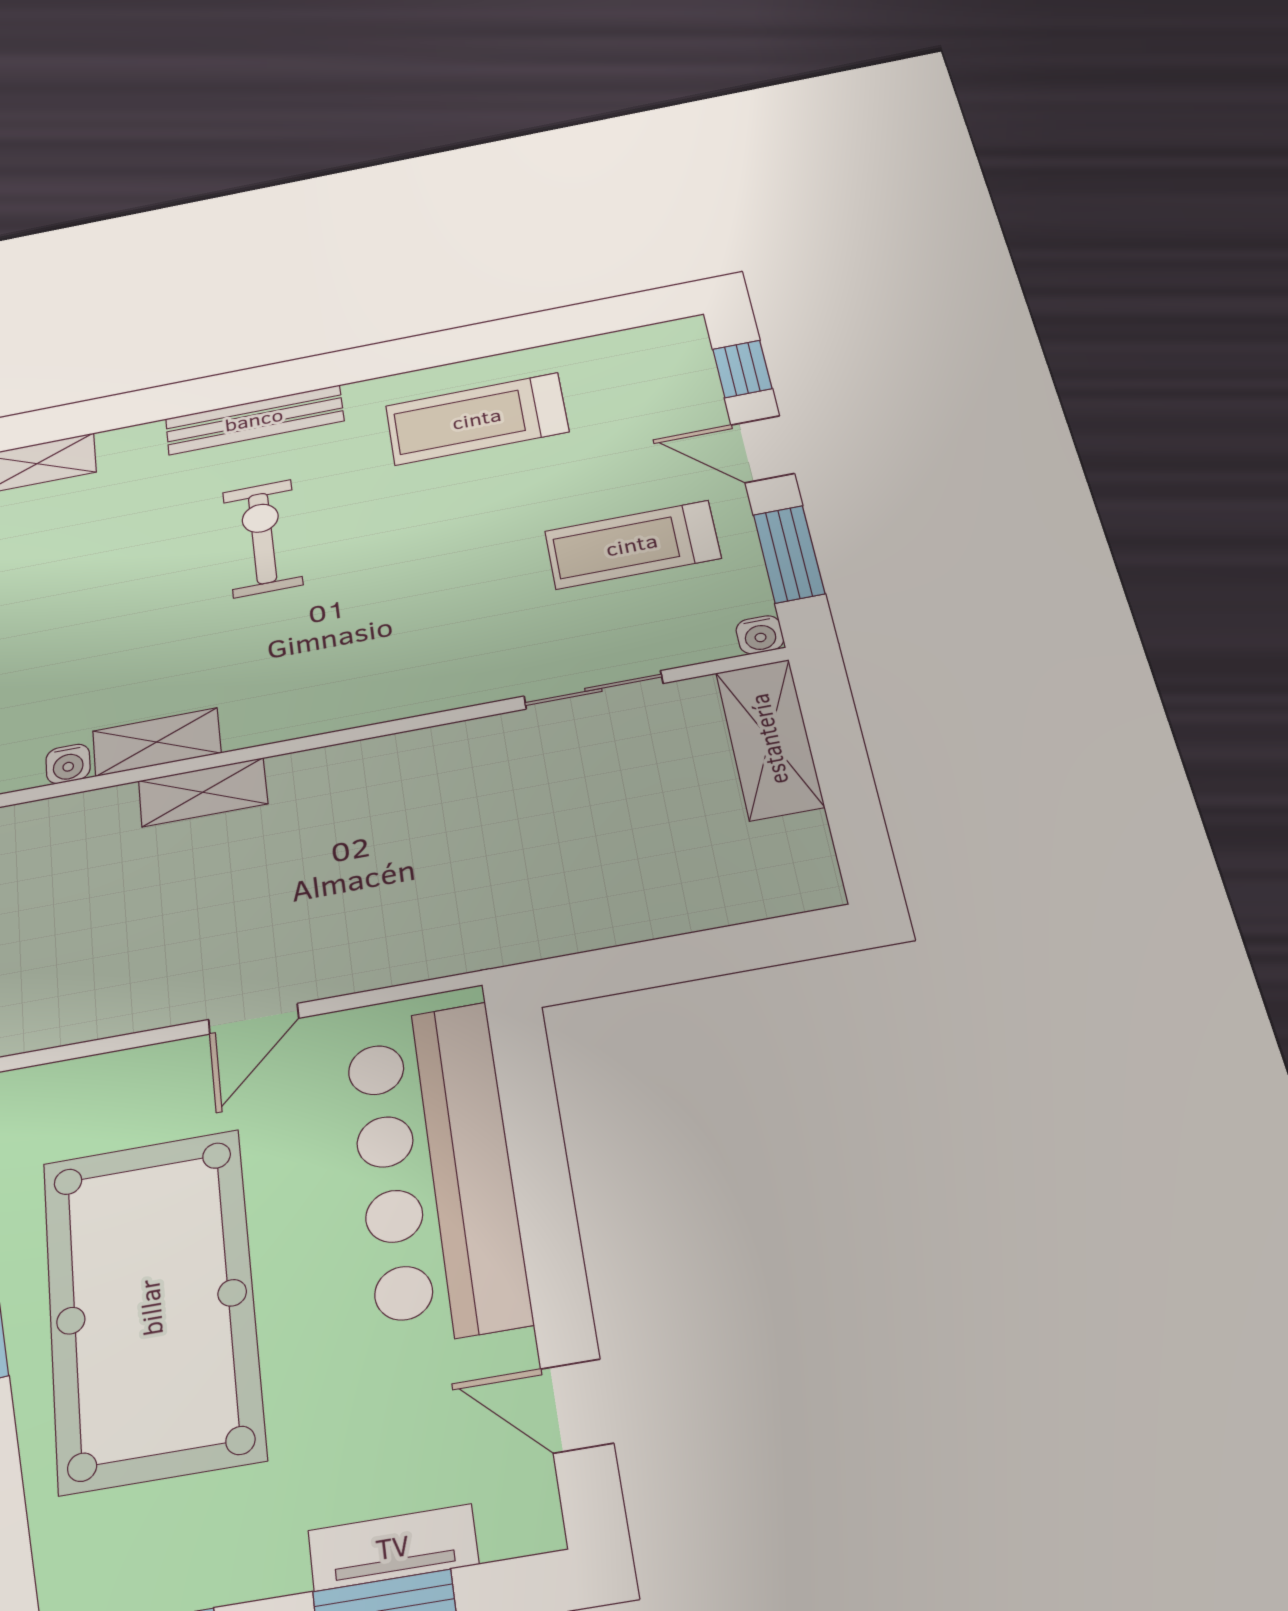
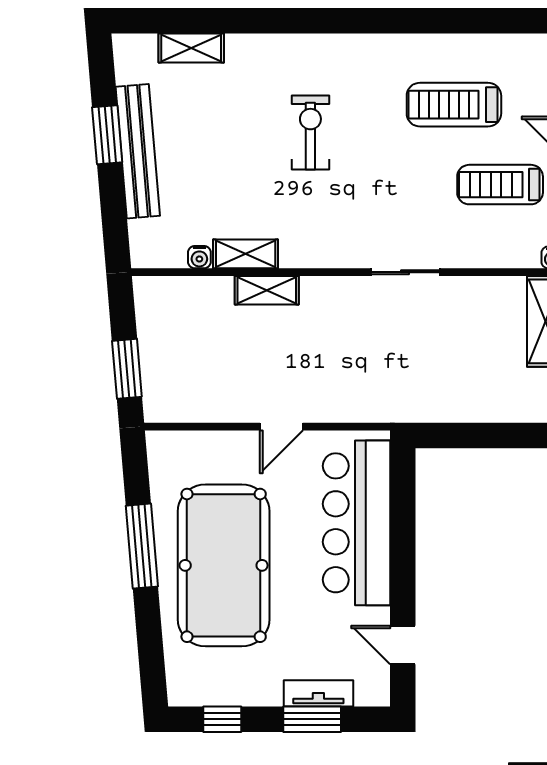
treadmill: (477, 419) -> (454, 105), moved
bench: (254, 420) -> (313, 47), removed
sliding door: (593, 690) -> (405, 272), moved

